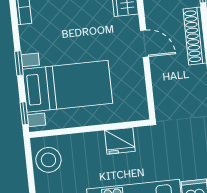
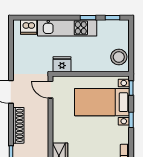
door: (144, 44) -> (51, 90), moved
fridge: (120, 141) -> (62, 64), moved

